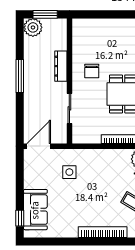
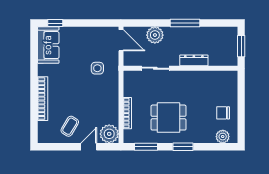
plant: (33, 27) -> (155, 35), moved
chair: (92, 71) -> (223, 113), moved
sofa: (35, 210) -> (48, 45), moved, turned -90

